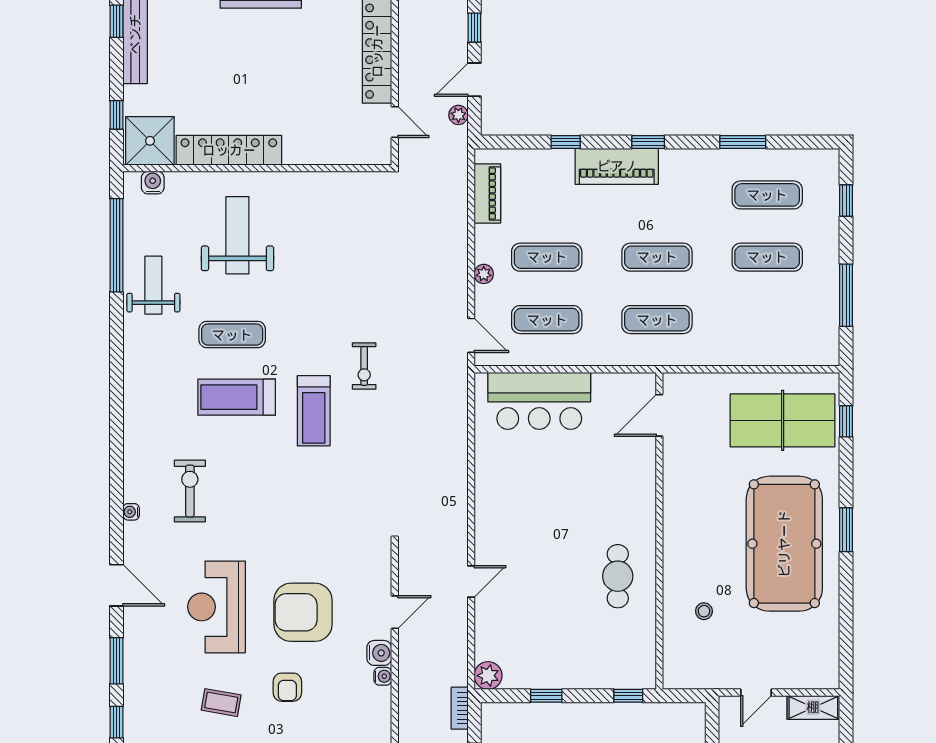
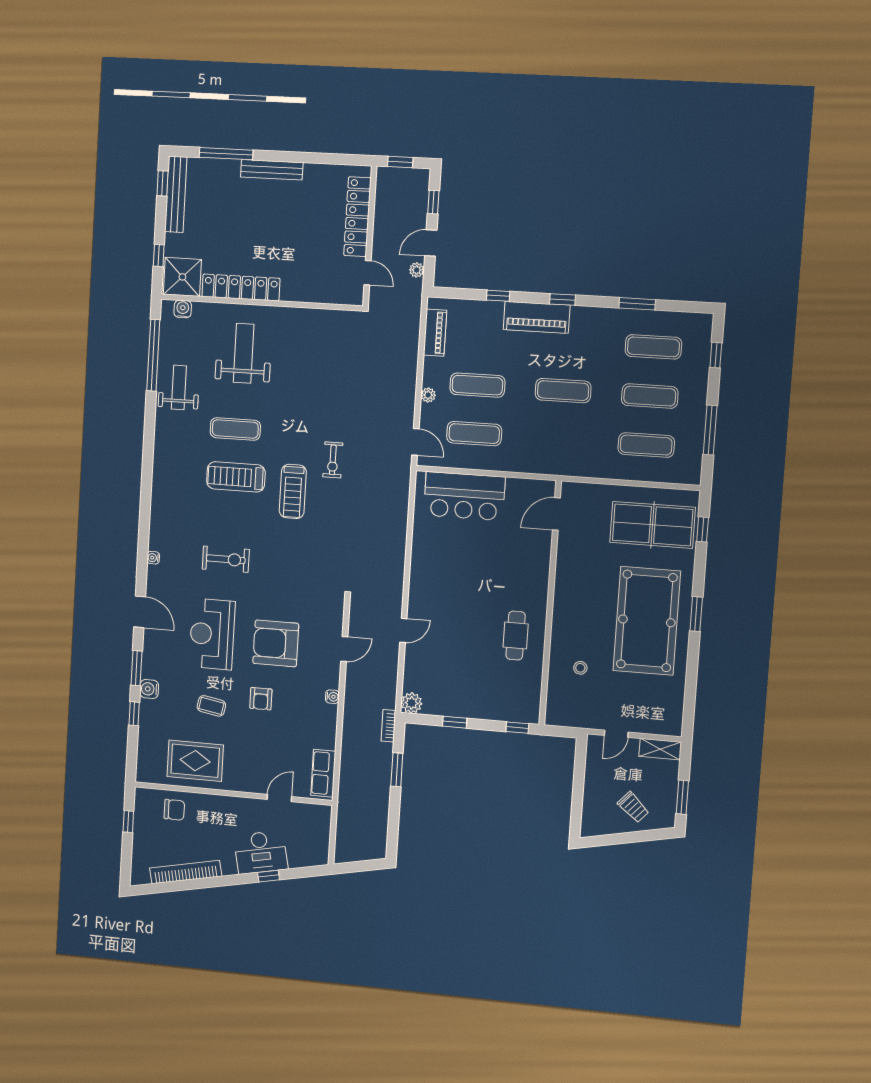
exercise mat: (657, 320) -> (646, 445), moved
exercise bike: (190, 491) -> (226, 559), moved, turned 90
water cooler: (379, 653) -> (149, 689), moved, turned 180

